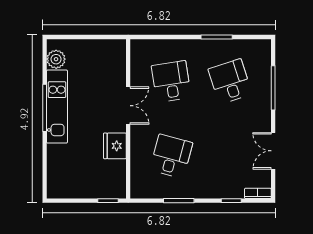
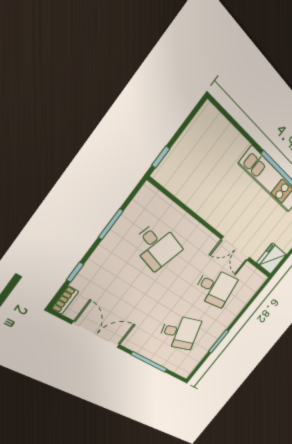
double door: (128, 106) -> (236, 249), moved
fridge: (115, 146) -> (272, 259), moved, turned -90
double door: (273, 151) -> (96, 335), width x1.37

